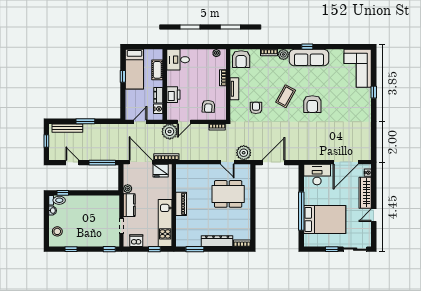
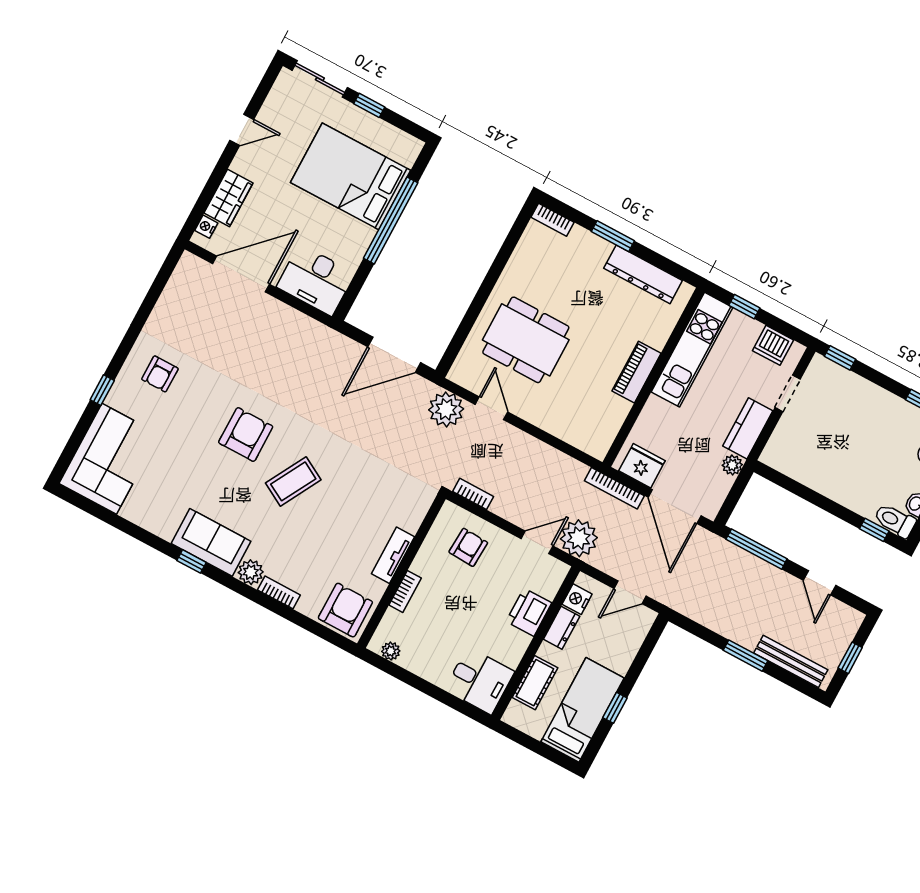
sofa: (309, 58) -> (211, 542), width x0.73
armchair: (256, 108) -> (160, 374), moved
wardrobe: (365, 193) -> (228, 198), width x0.67
dresser: (217, 241) -> (643, 274), moved
window: (195, 249) -> (613, 236), moved

